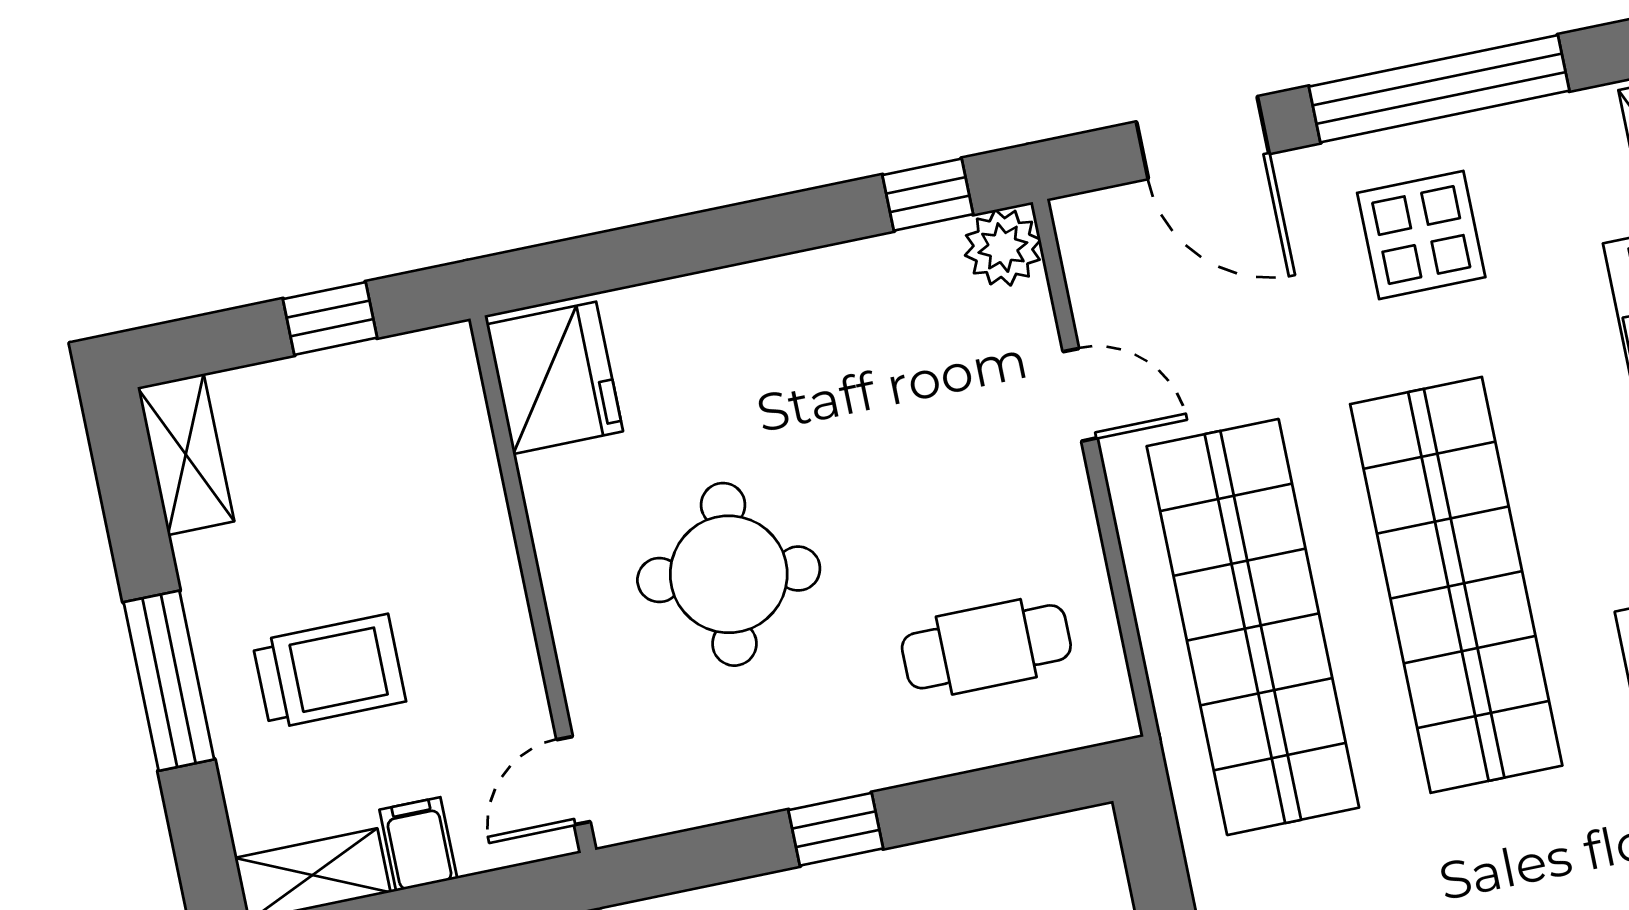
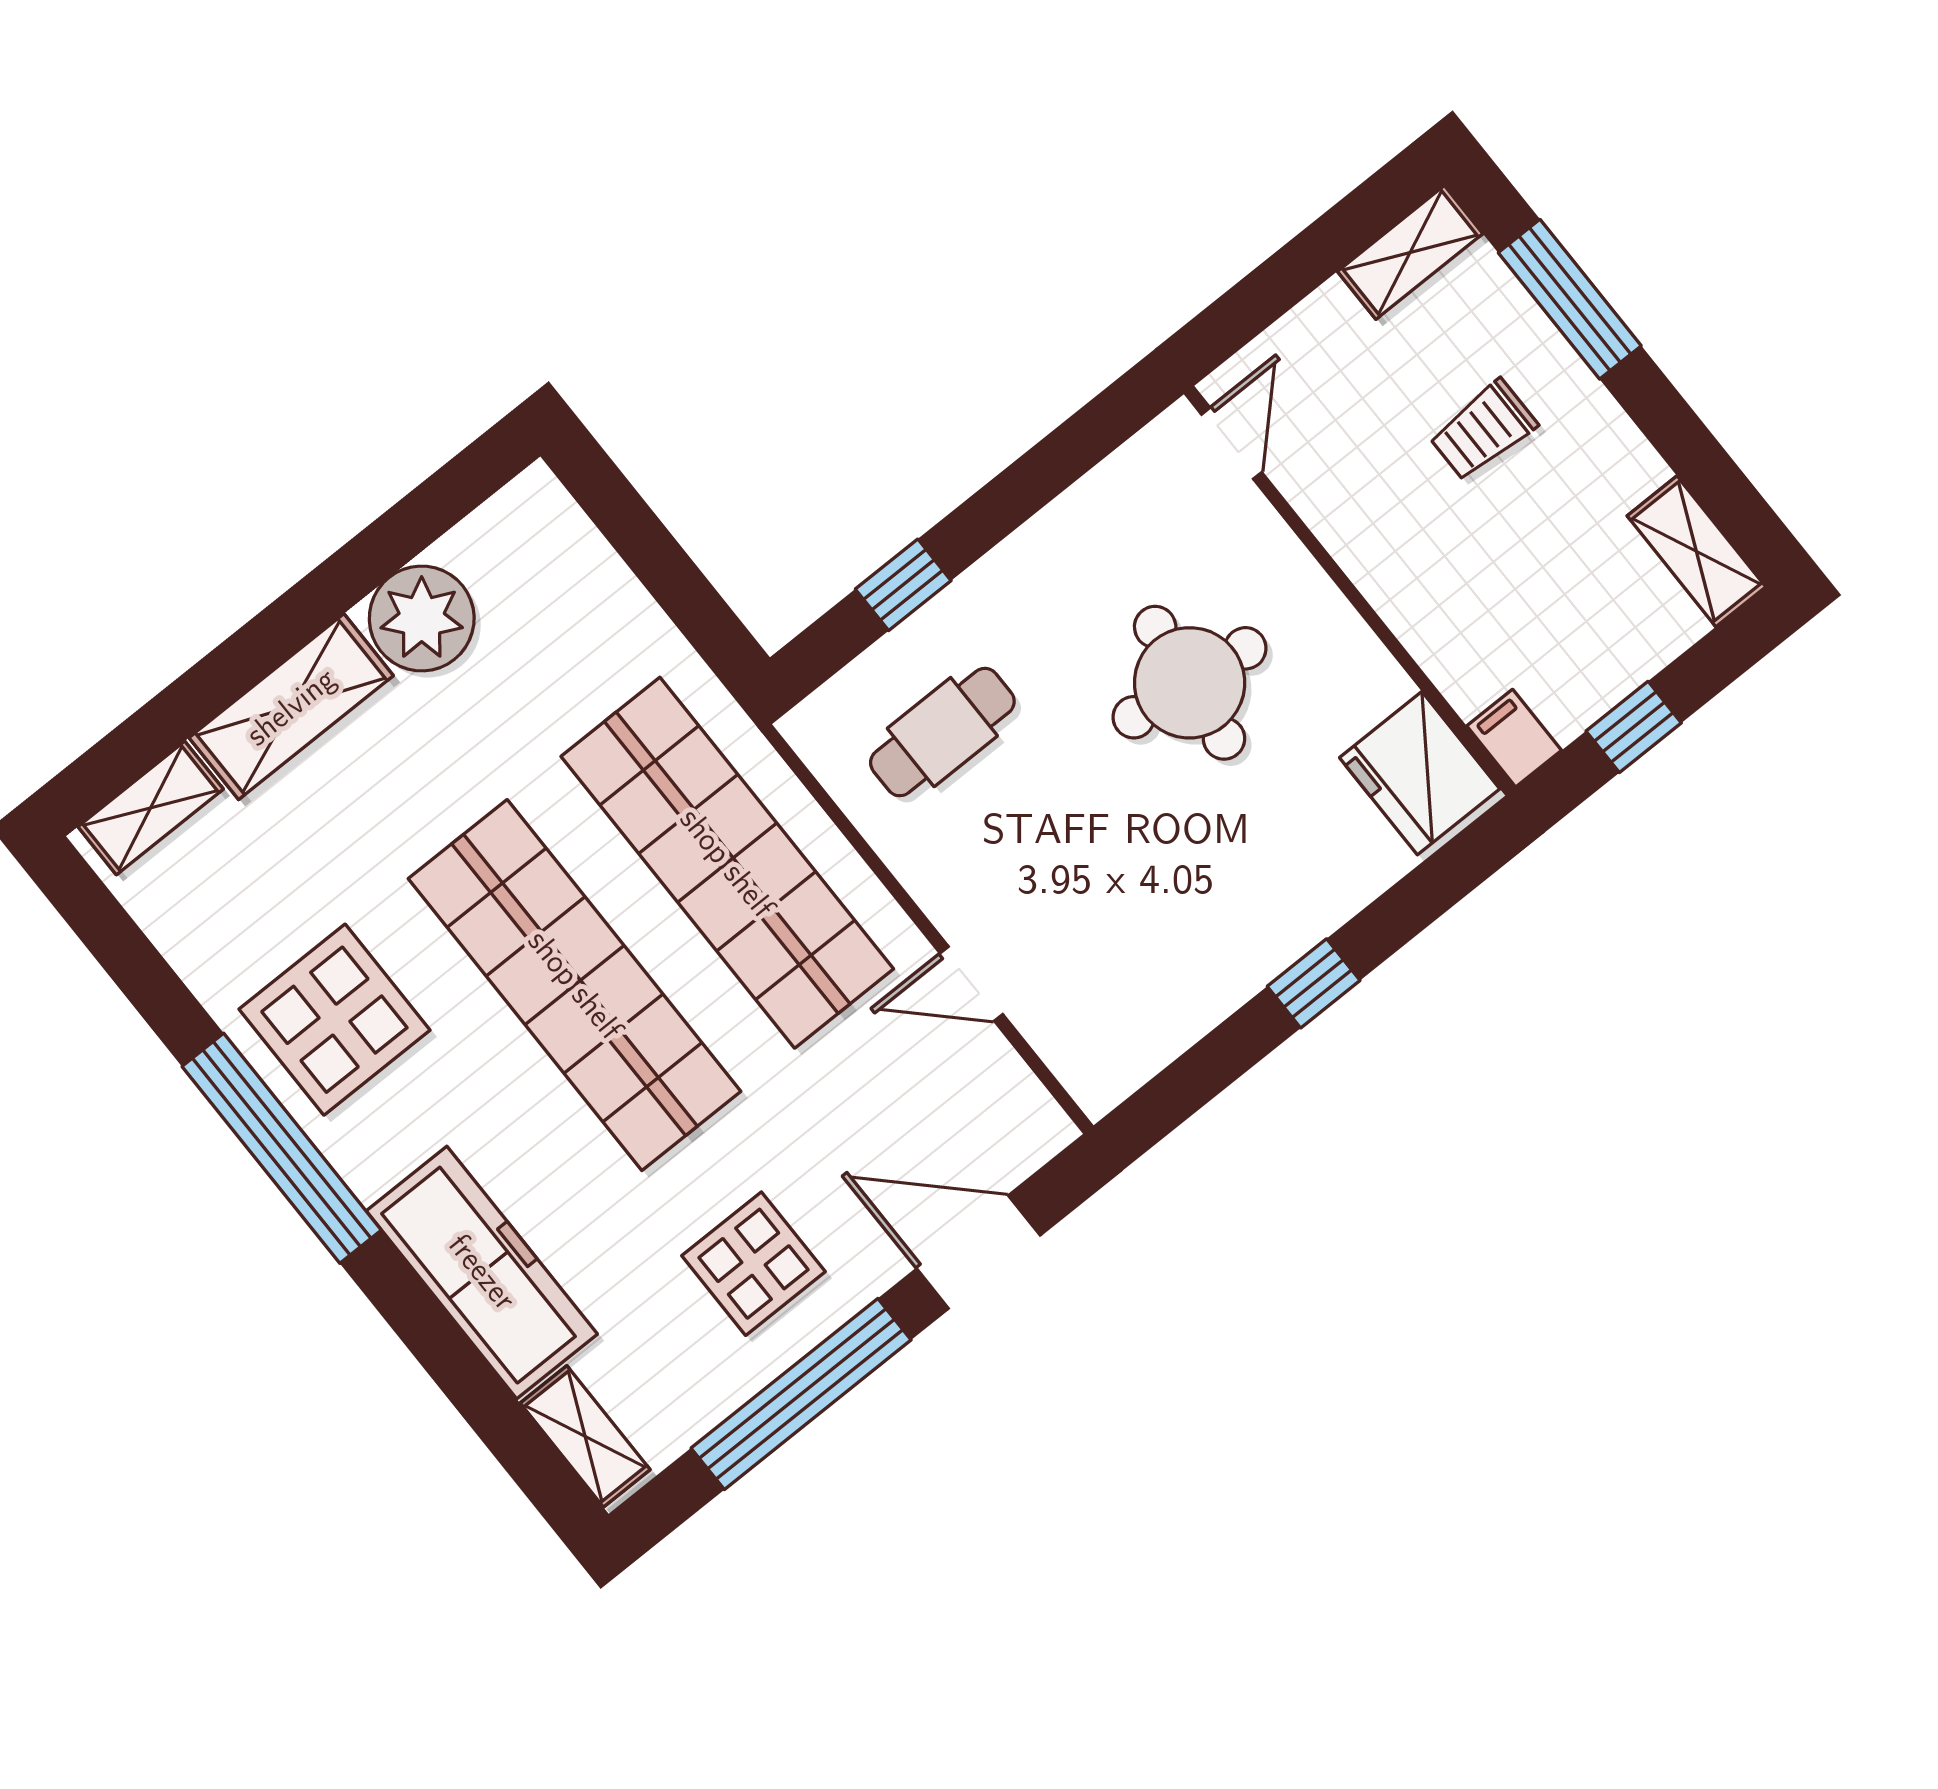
window: (928, 195) -> (1314, 983), moved
plant: (1003, 248) -> (1099, 1074), removed
trolley: (329, 672) -> (1483, 430), width x0.73, depth x0.72
window: (169, 681) -> (1570, 299), moved
window: (836, 829) -> (903, 585), moved
filing cabinet: (418, 844) -> (1514, 738), moved, turned 180

